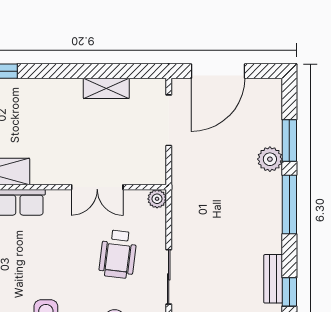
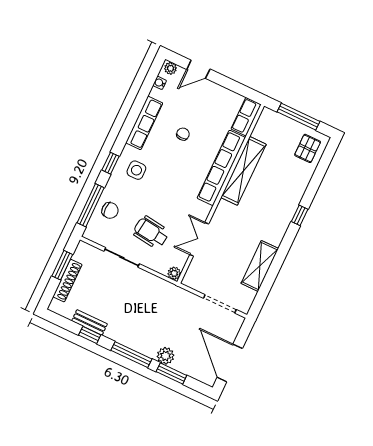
door: (218, 71) -> (230, 363), moved
shelving: (106, 88) -> (260, 266), width x1.50, depth x1.33
window: (289, 292) -> (90, 335), moved

